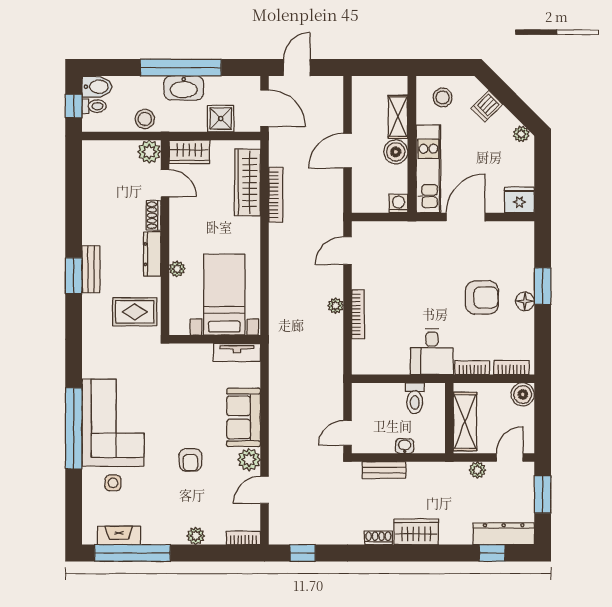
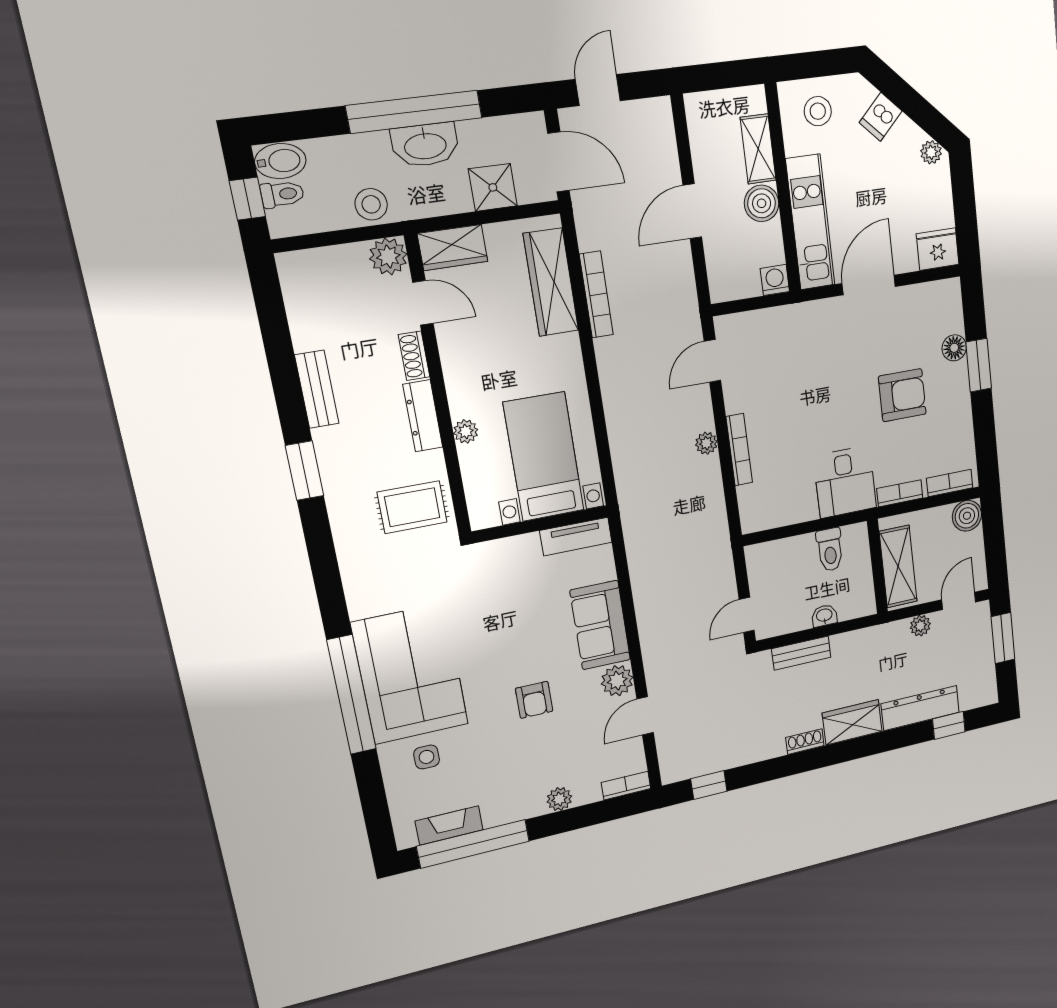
bench: (91, 269) -> (317, 389), moved
floor lamp: (525, 301) -> (954, 348), moved
dresser: (504, 534) -> (920, 708), moved

